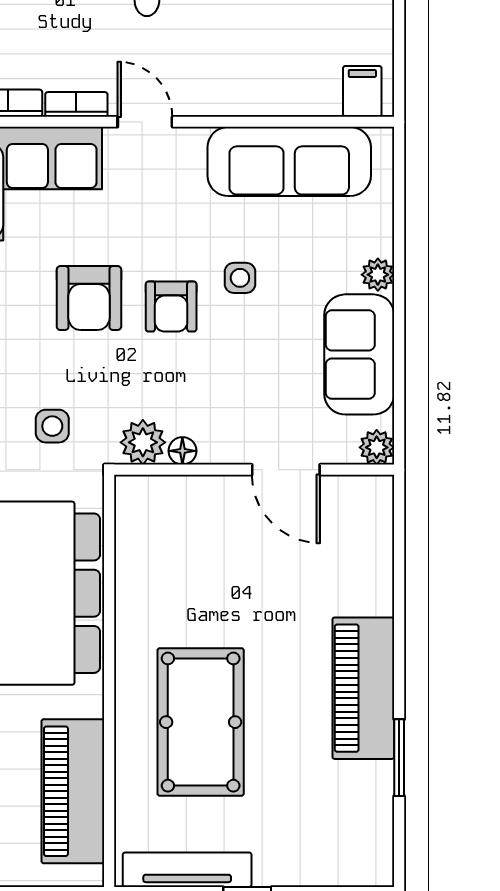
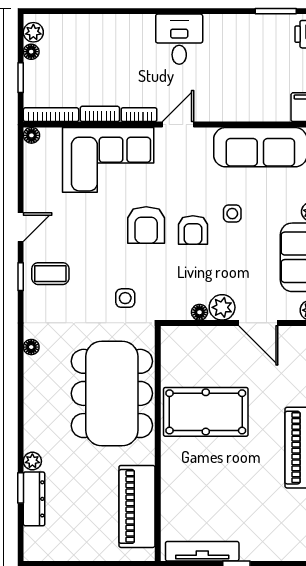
door: (145, 122) -> (178, 125), hinge flipped
plant: (143, 442) -> (222, 307), moved
pool table: (201, 722) -> (206, 412), moved, turned 90

